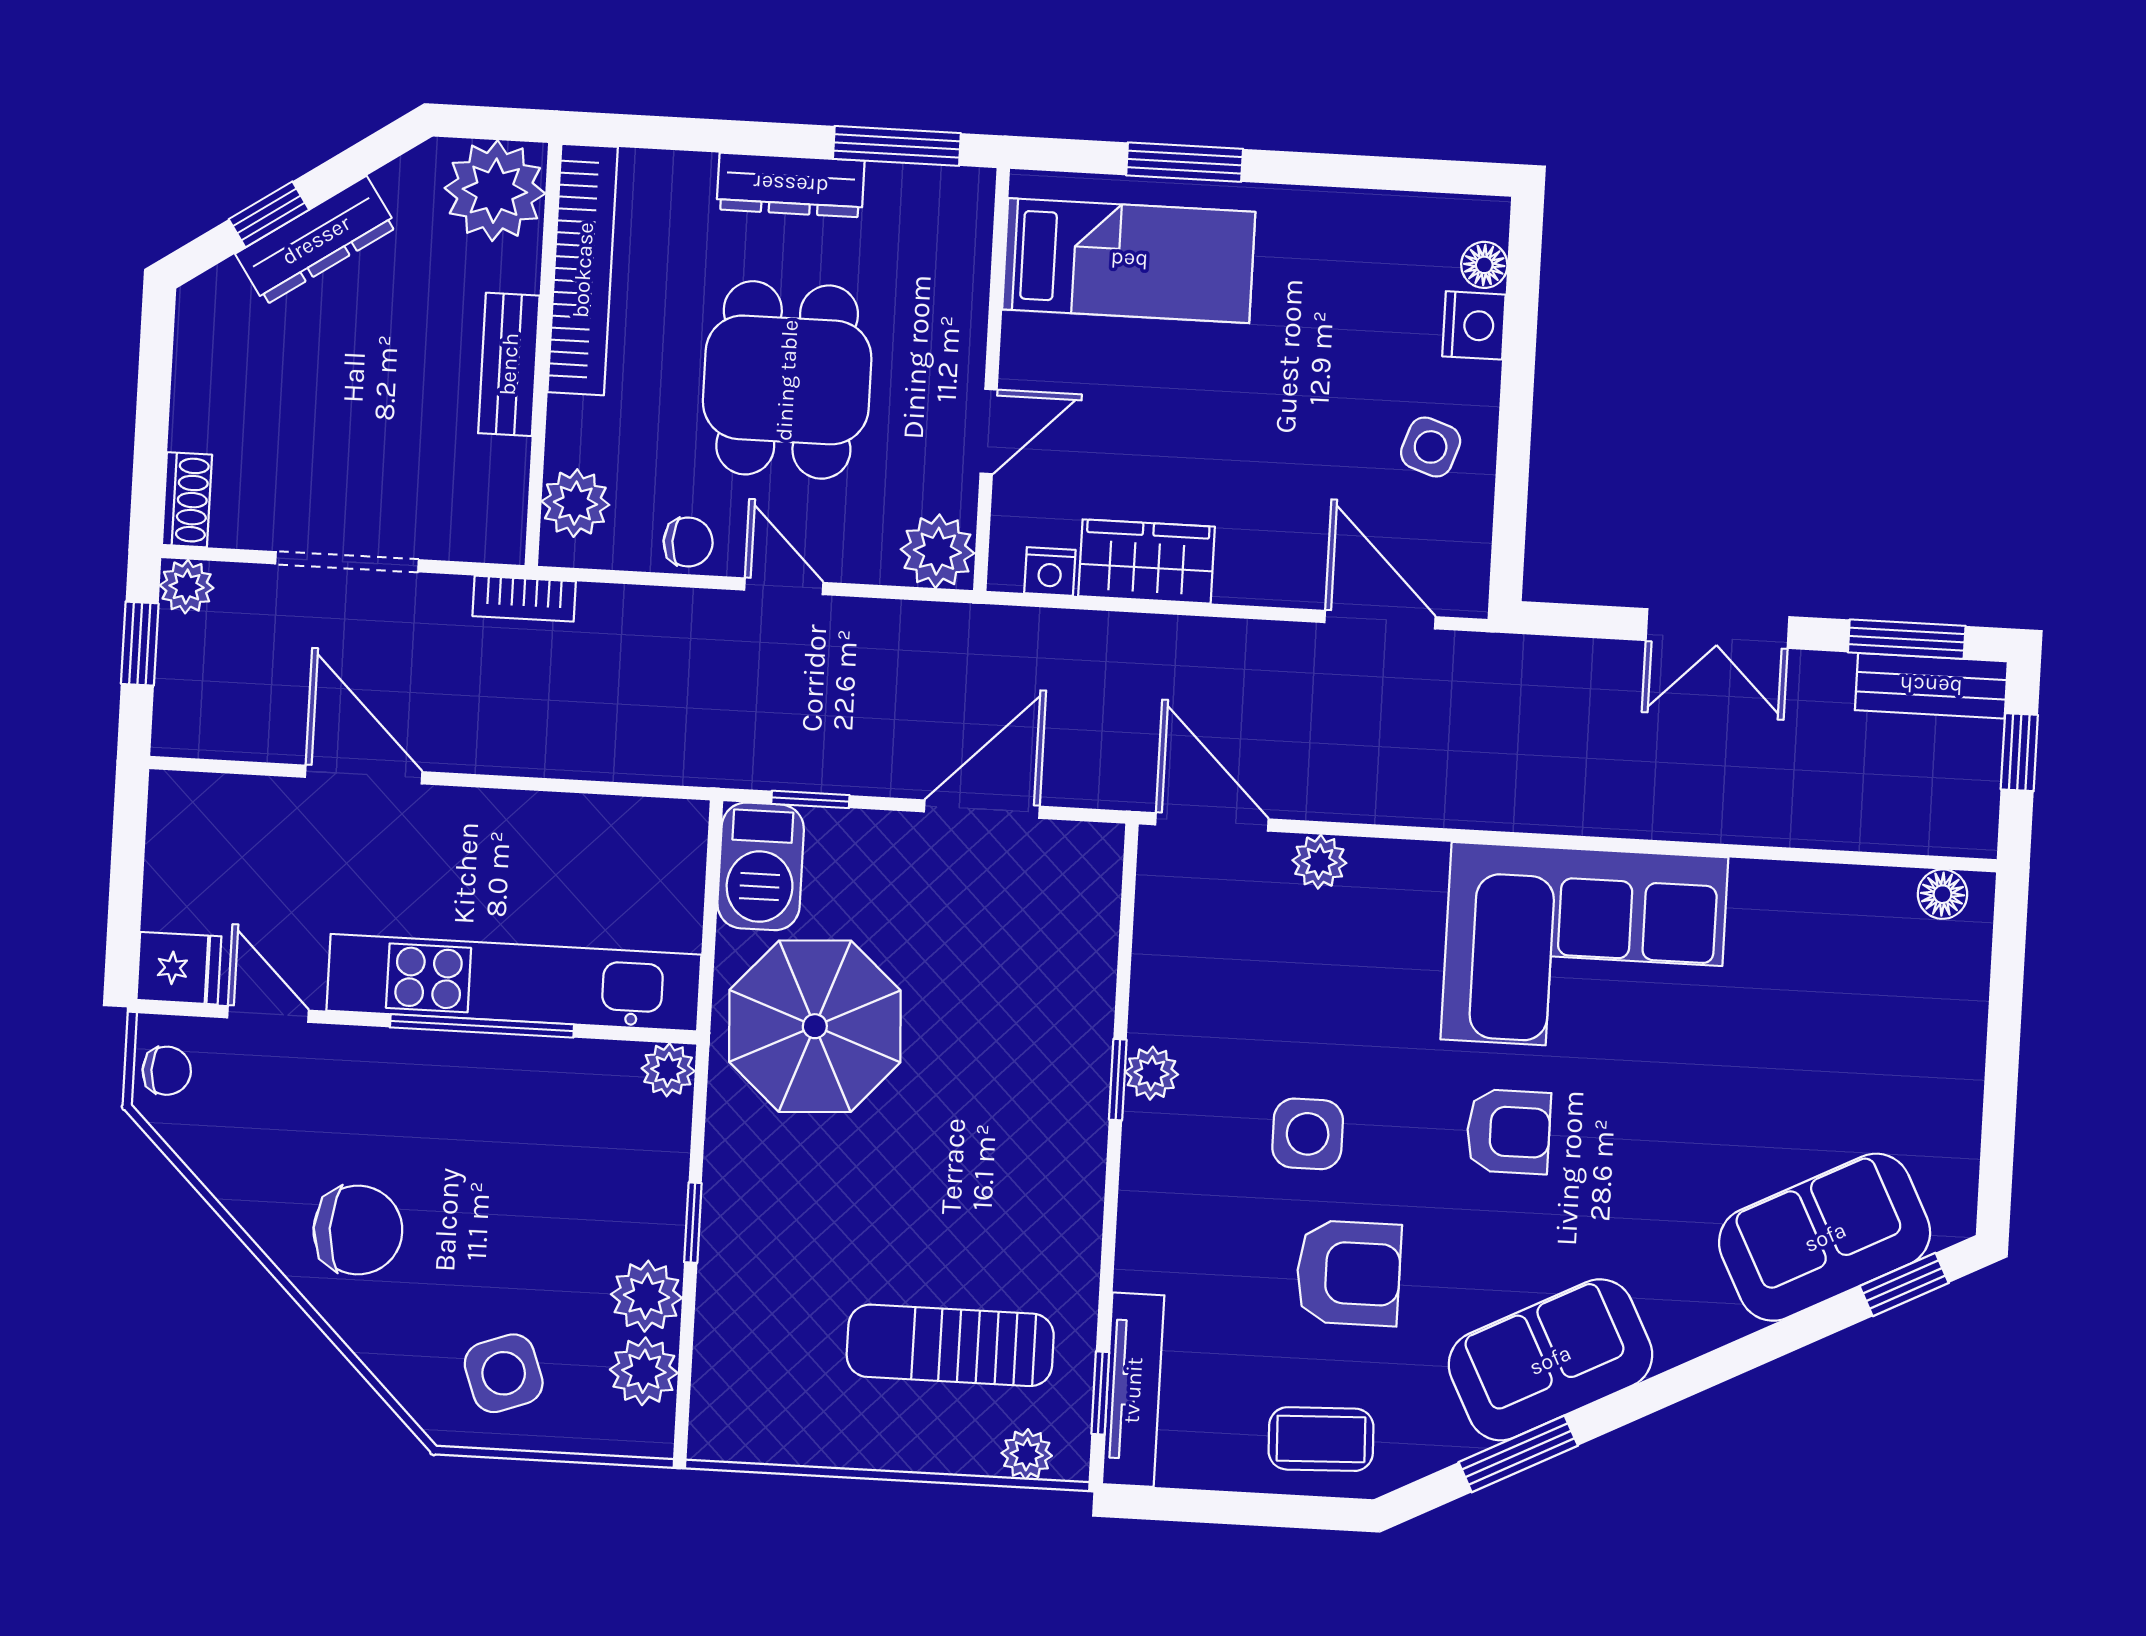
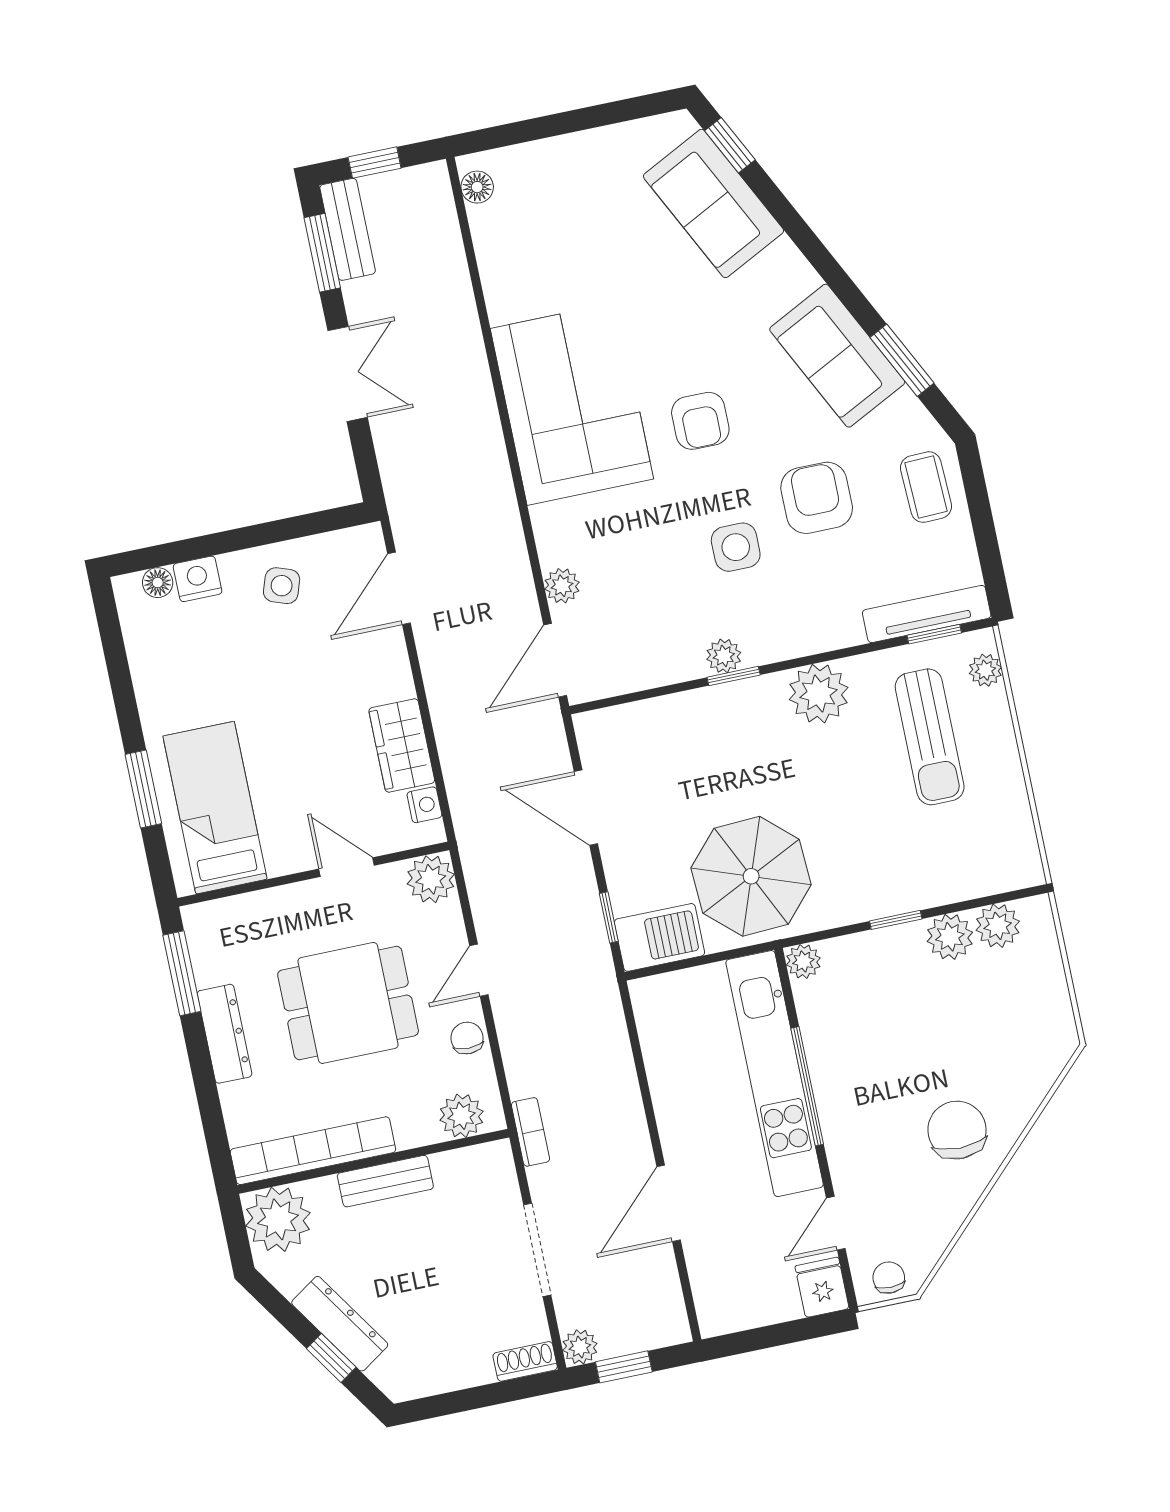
armchair: (1508, 1132) -> (700, 421), turned 180
plant: (1058, 1198) -> (819, 694), added
side table: (504, 1373) -> (1023, 1014), removed

